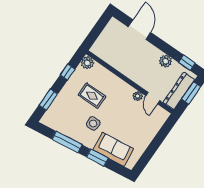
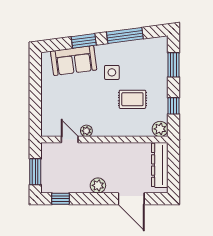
plant: (166, 61) -> (98, 185), moved
dresser: (179, 91) -> (160, 165), moved, turned 180

